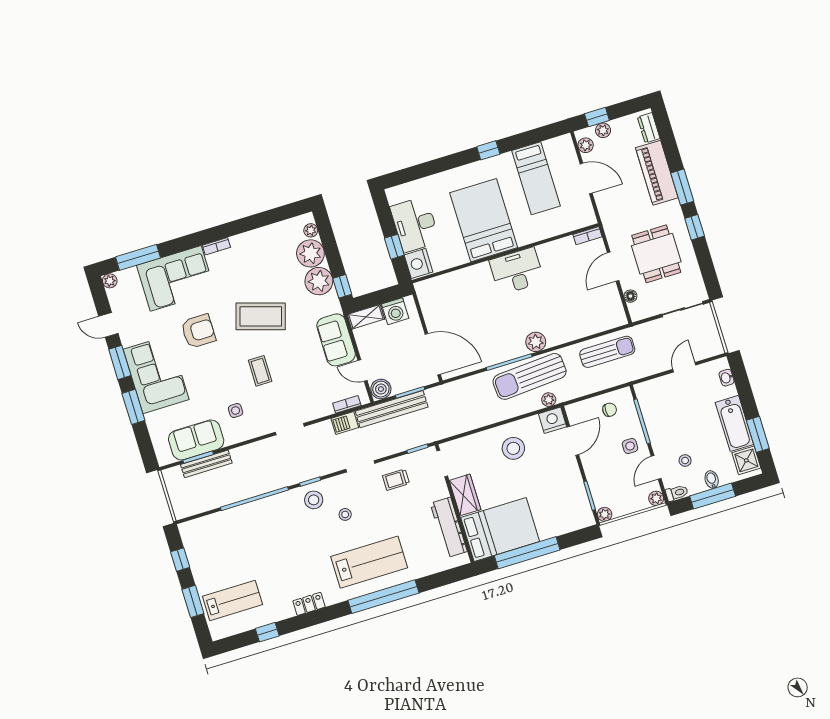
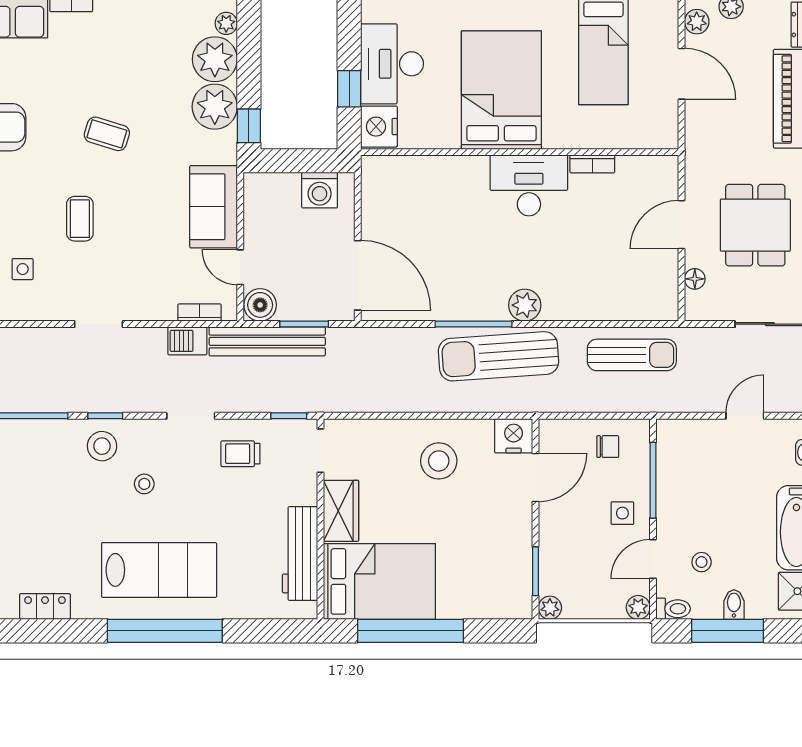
bookcase: (587, 236) -> (592, 164), moved
coffee table: (261, 316) -> (107, 134), width x0.54, depth x0.58
shelving: (366, 317) -> (271, 185), removed
plant: (549, 400) -> (517, 402), removed

